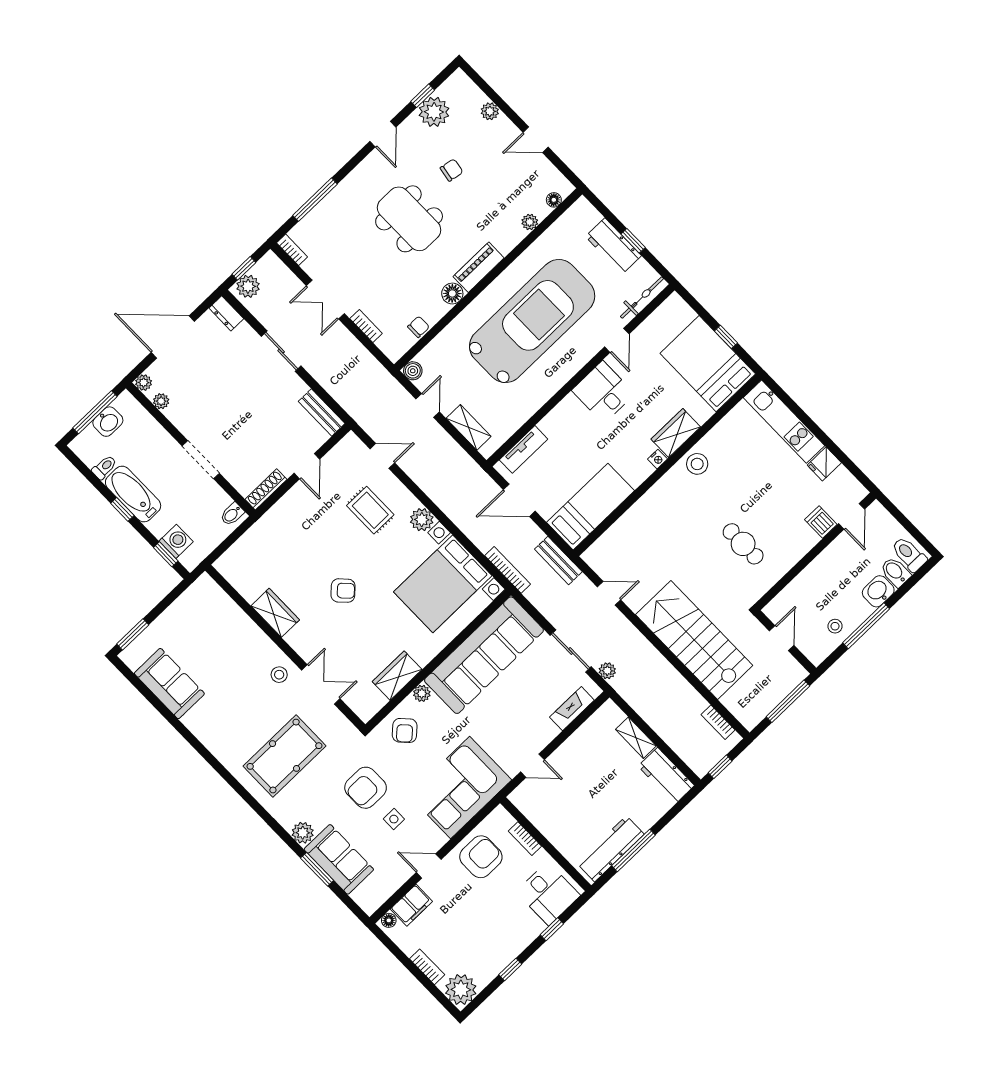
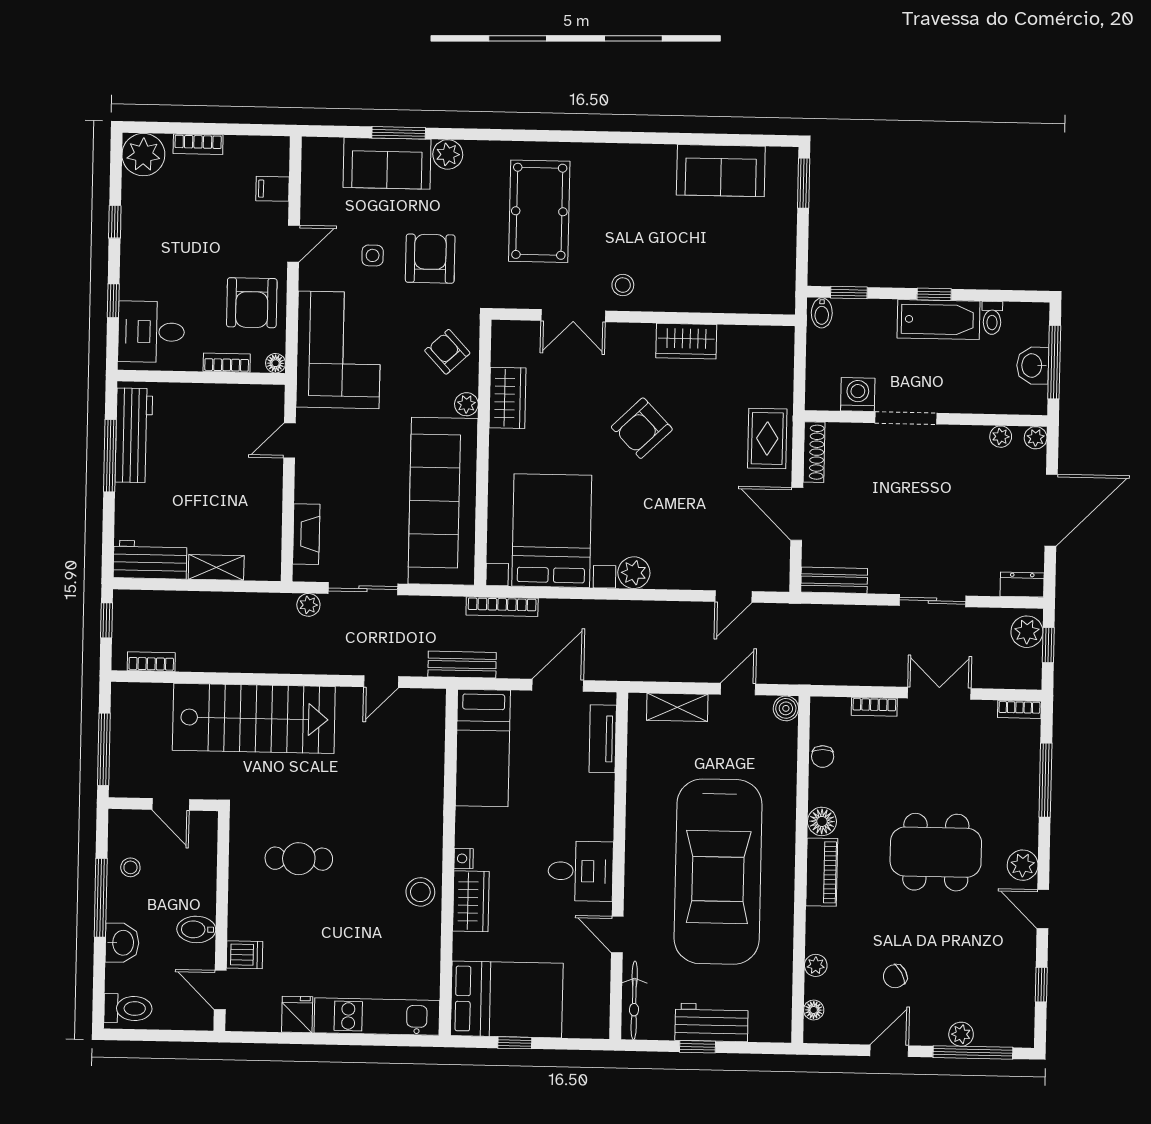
window: (493, 96) -> (973, 1052), added
plant: (434, 112) -> (1023, 865), moved, width x0.73, depth x0.73
chair: (452, 170) -> (895, 976), moved, turned 51
door: (428, 405) -> (738, 689), swing flipped
door: (307, 466) -> (797, 514), width x1.38
rug: (370, 510) -> (767, 438), moved, turned 90
bidet: (232, 514) -> (822, 313), moved, turned 180
washing machine: (176, 541) -> (858, 394), moved, turned 180
bidet: (895, 572) -> (196, 929), moved, turned 180
armchair: (343, 591) -> (642, 428), width x1.38, depth x1.38
filing cabinet: (411, 905) -> (273, 189), width x0.50
floor lamp: (389, 920) -> (276, 363), moved

